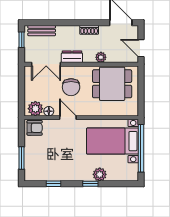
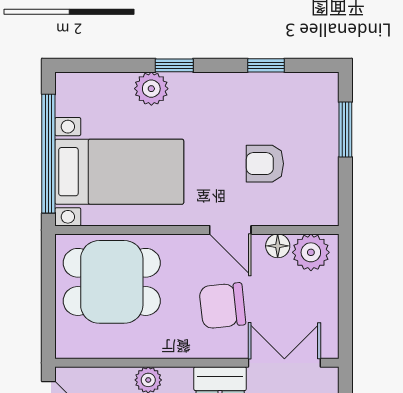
dining table: (112, 84) -> (112, 282), moved
chair: (71, 87) -> (222, 306), turned -96
armchair: (35, 128) -> (265, 164), moved

